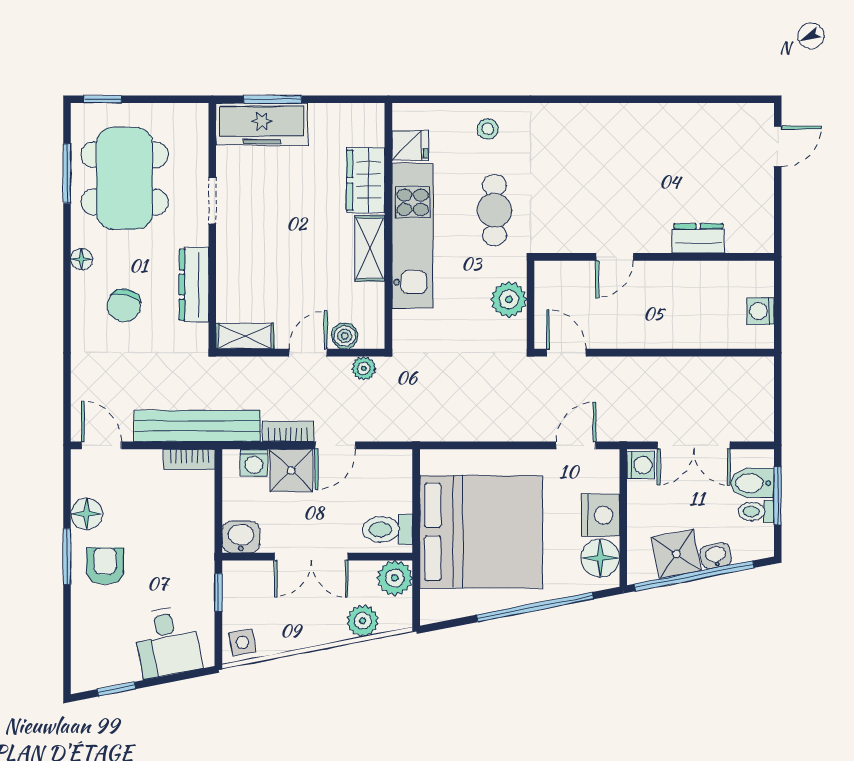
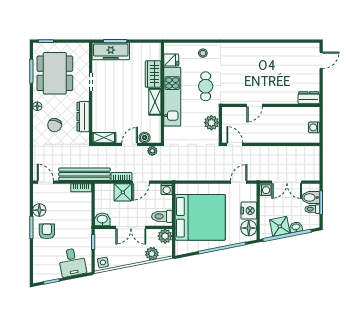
dresser: (698, 238) -> (309, 98), moved
washing machine: (254, 463) -> (167, 189), moved

